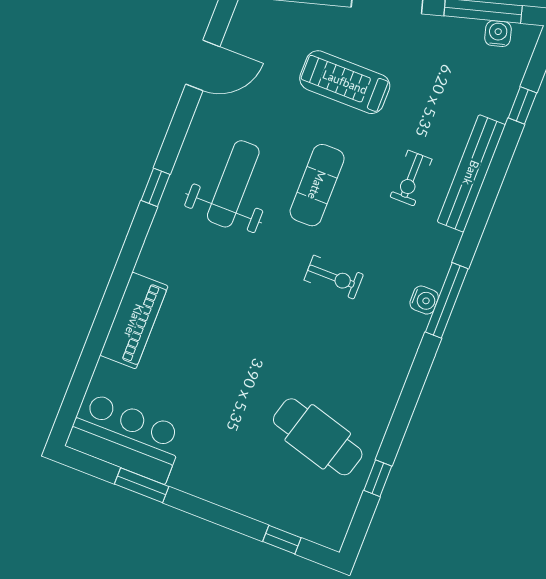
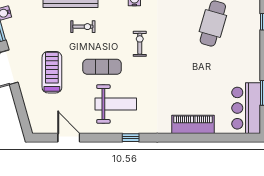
treadmill: (345, 82) -> (52, 72), turned 180
weight bench: (233, 184) -> (116, 104), turned 180

